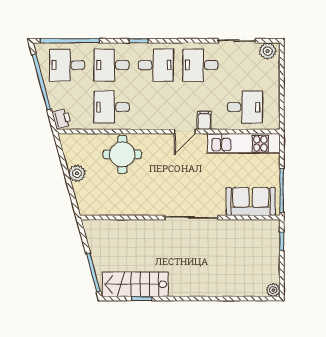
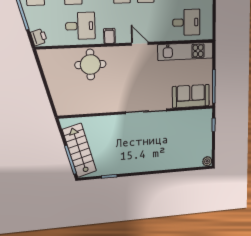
desk: (112, 107) -> (80, 26), turned 180
filing cabinet: (204, 120) -> (109, 36), moved
door: (185, 131) -> (140, 44), swing flipped
plant: (77, 173) -> (54, 82), removed
stairs: (135, 284) -> (79, 150), moved, turned 75

